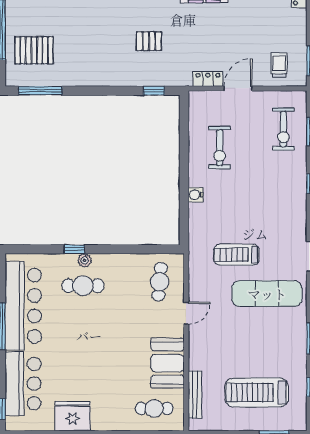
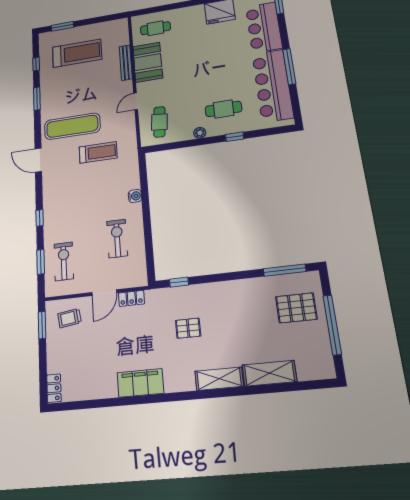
trolley: (279, 65) -> (69, 318), turned 82
plant: (85, 260) -> (200, 133), moved
bench: (195, 395) -> (126, 63), moved

